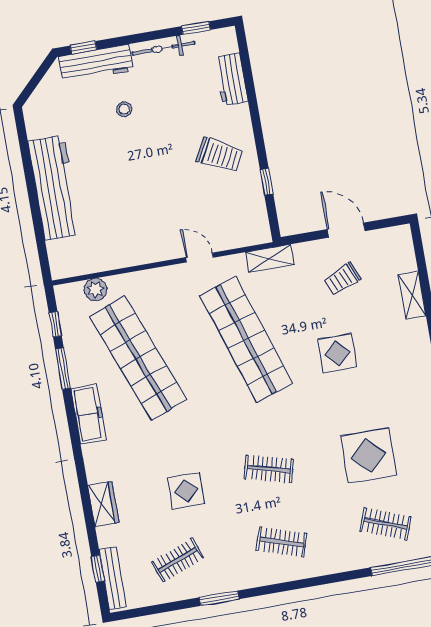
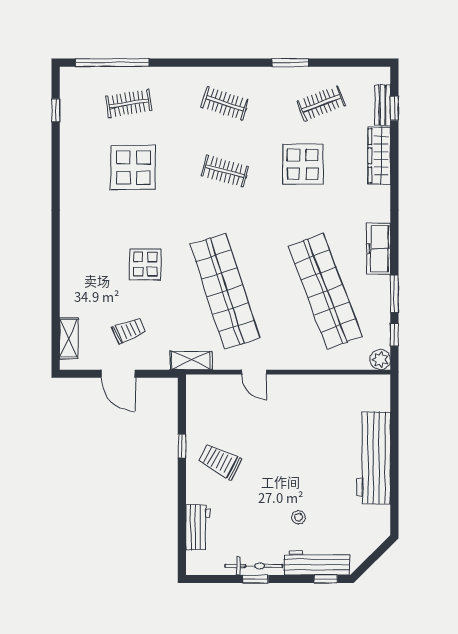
window: (196, 28) -> (256, 579), moved
window: (267, 182) -> (182, 446), moved
plant: (96, 290) -> (380, 360), moved
shelving: (412, 295) -> (69, 338), moved
display table: (186, 491) -> (303, 164), width x1.36, depth x1.36
wardrobe: (103, 504) -> (379, 156), width x1.50
clothes rail: (385, 524) -> (129, 103), turned -30
bench: (113, 578) -> (383, 105), width x0.73

